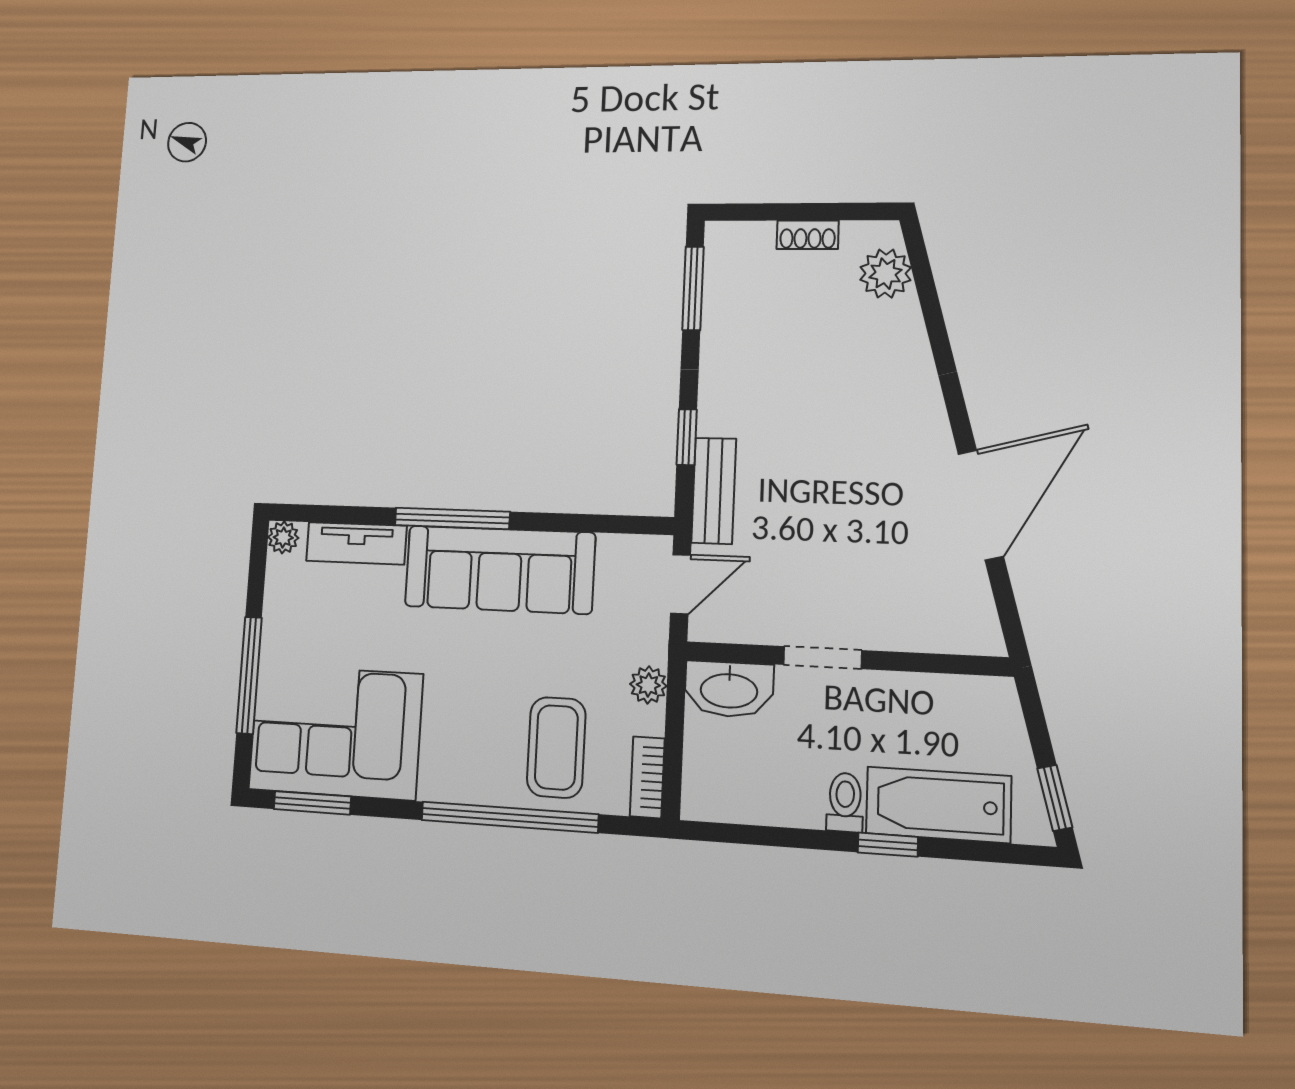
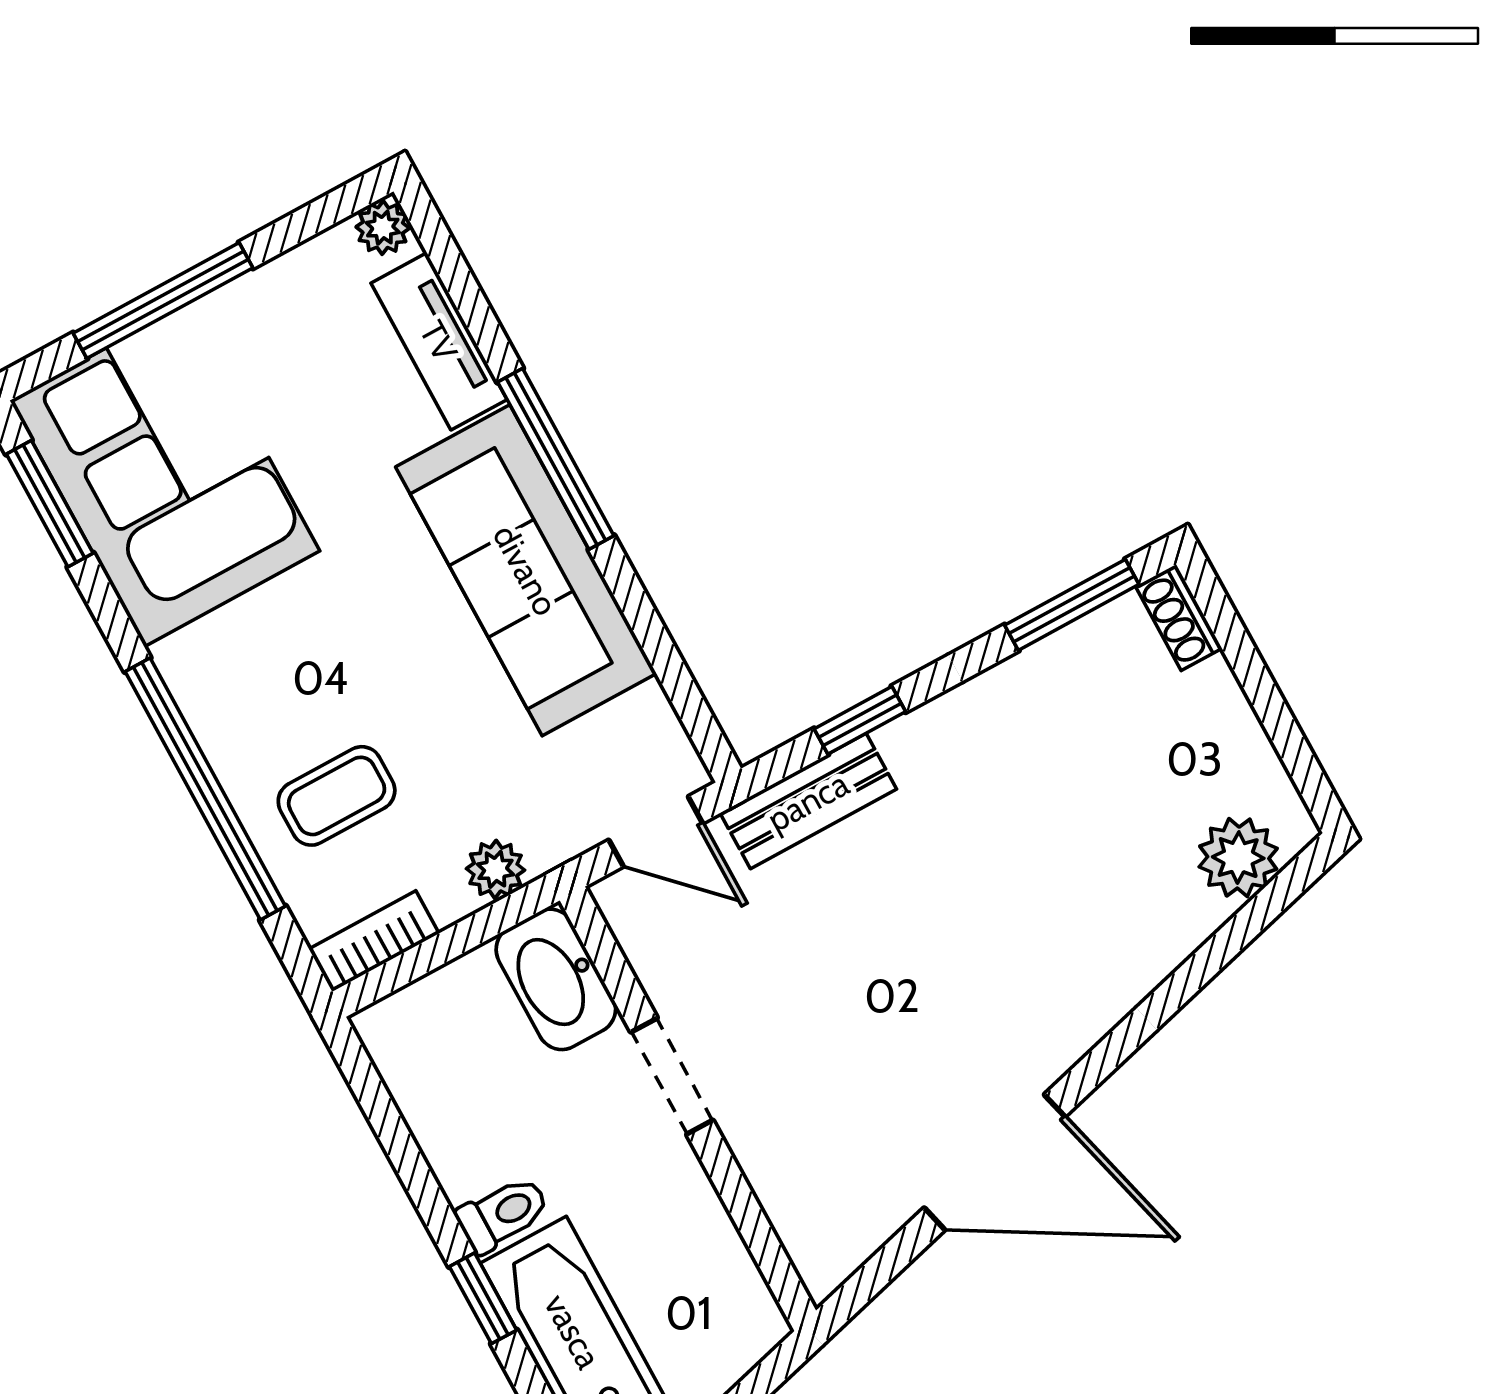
shoe rack: (808, 235) -> (1179, 617), moved
coffee table: (556, 747) -> (337, 796), width x0.73, depth x0.77

